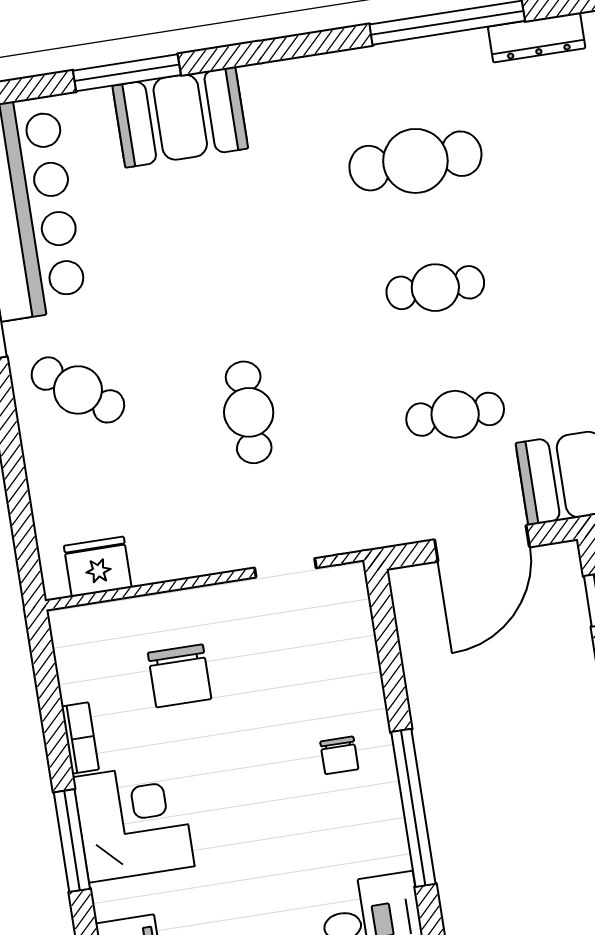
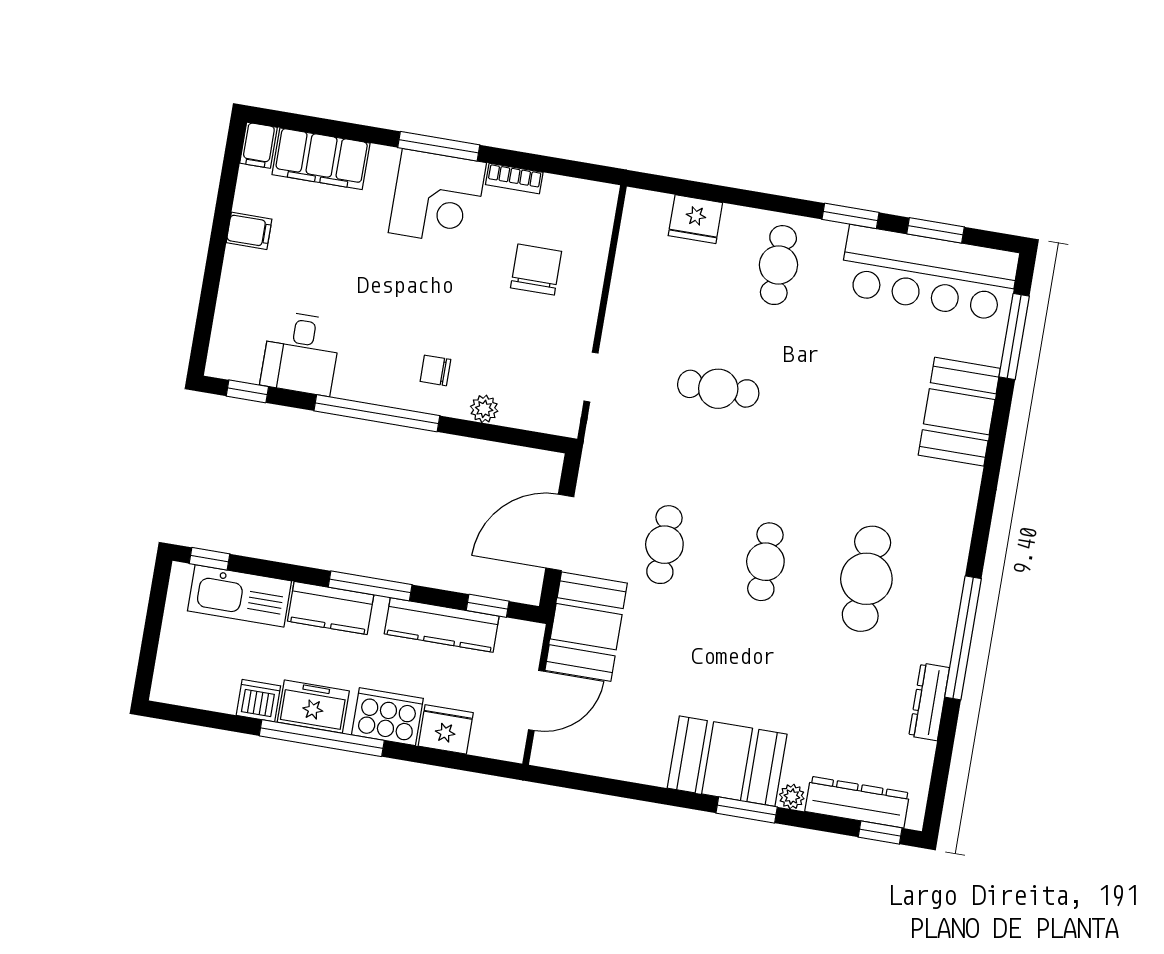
window: (127, 73) -> (1014, 337), moved
cafe table: (78, 390) -> (778, 265), turned -37
door: (482, 543) -> (560, 532), hinge flipped
fridge: (98, 567) -> (695, 219), moved, turned 90
chair: (180, 676) -> (536, 270), turned 90
plant: (366, 682) -> (484, 409), added

